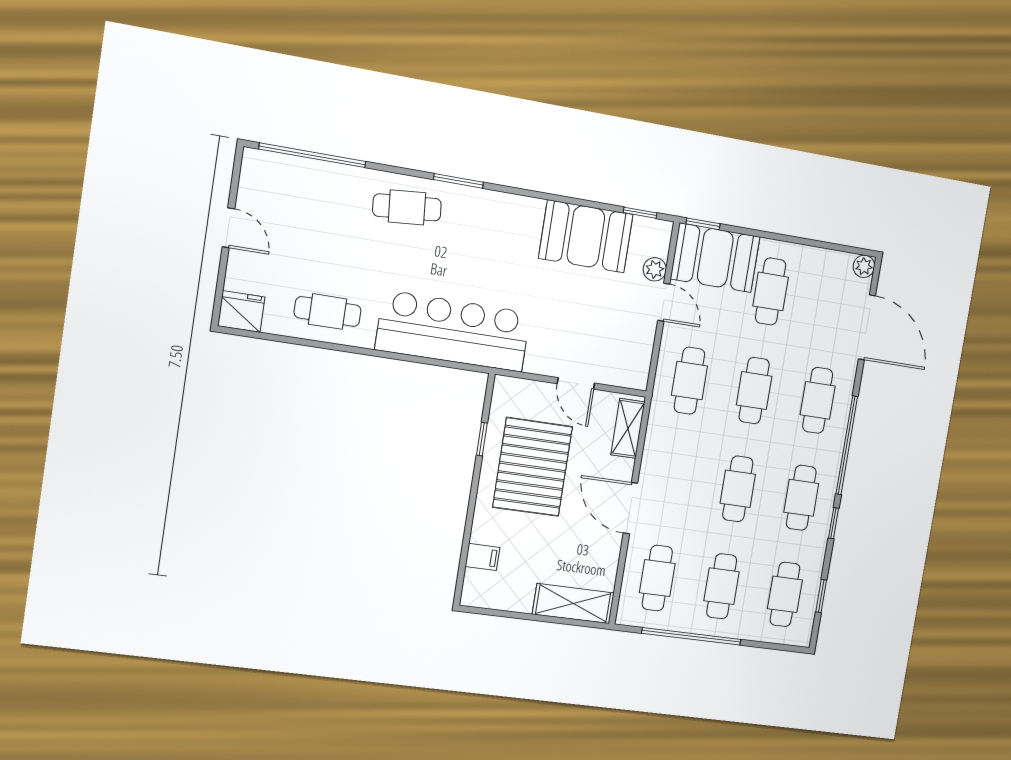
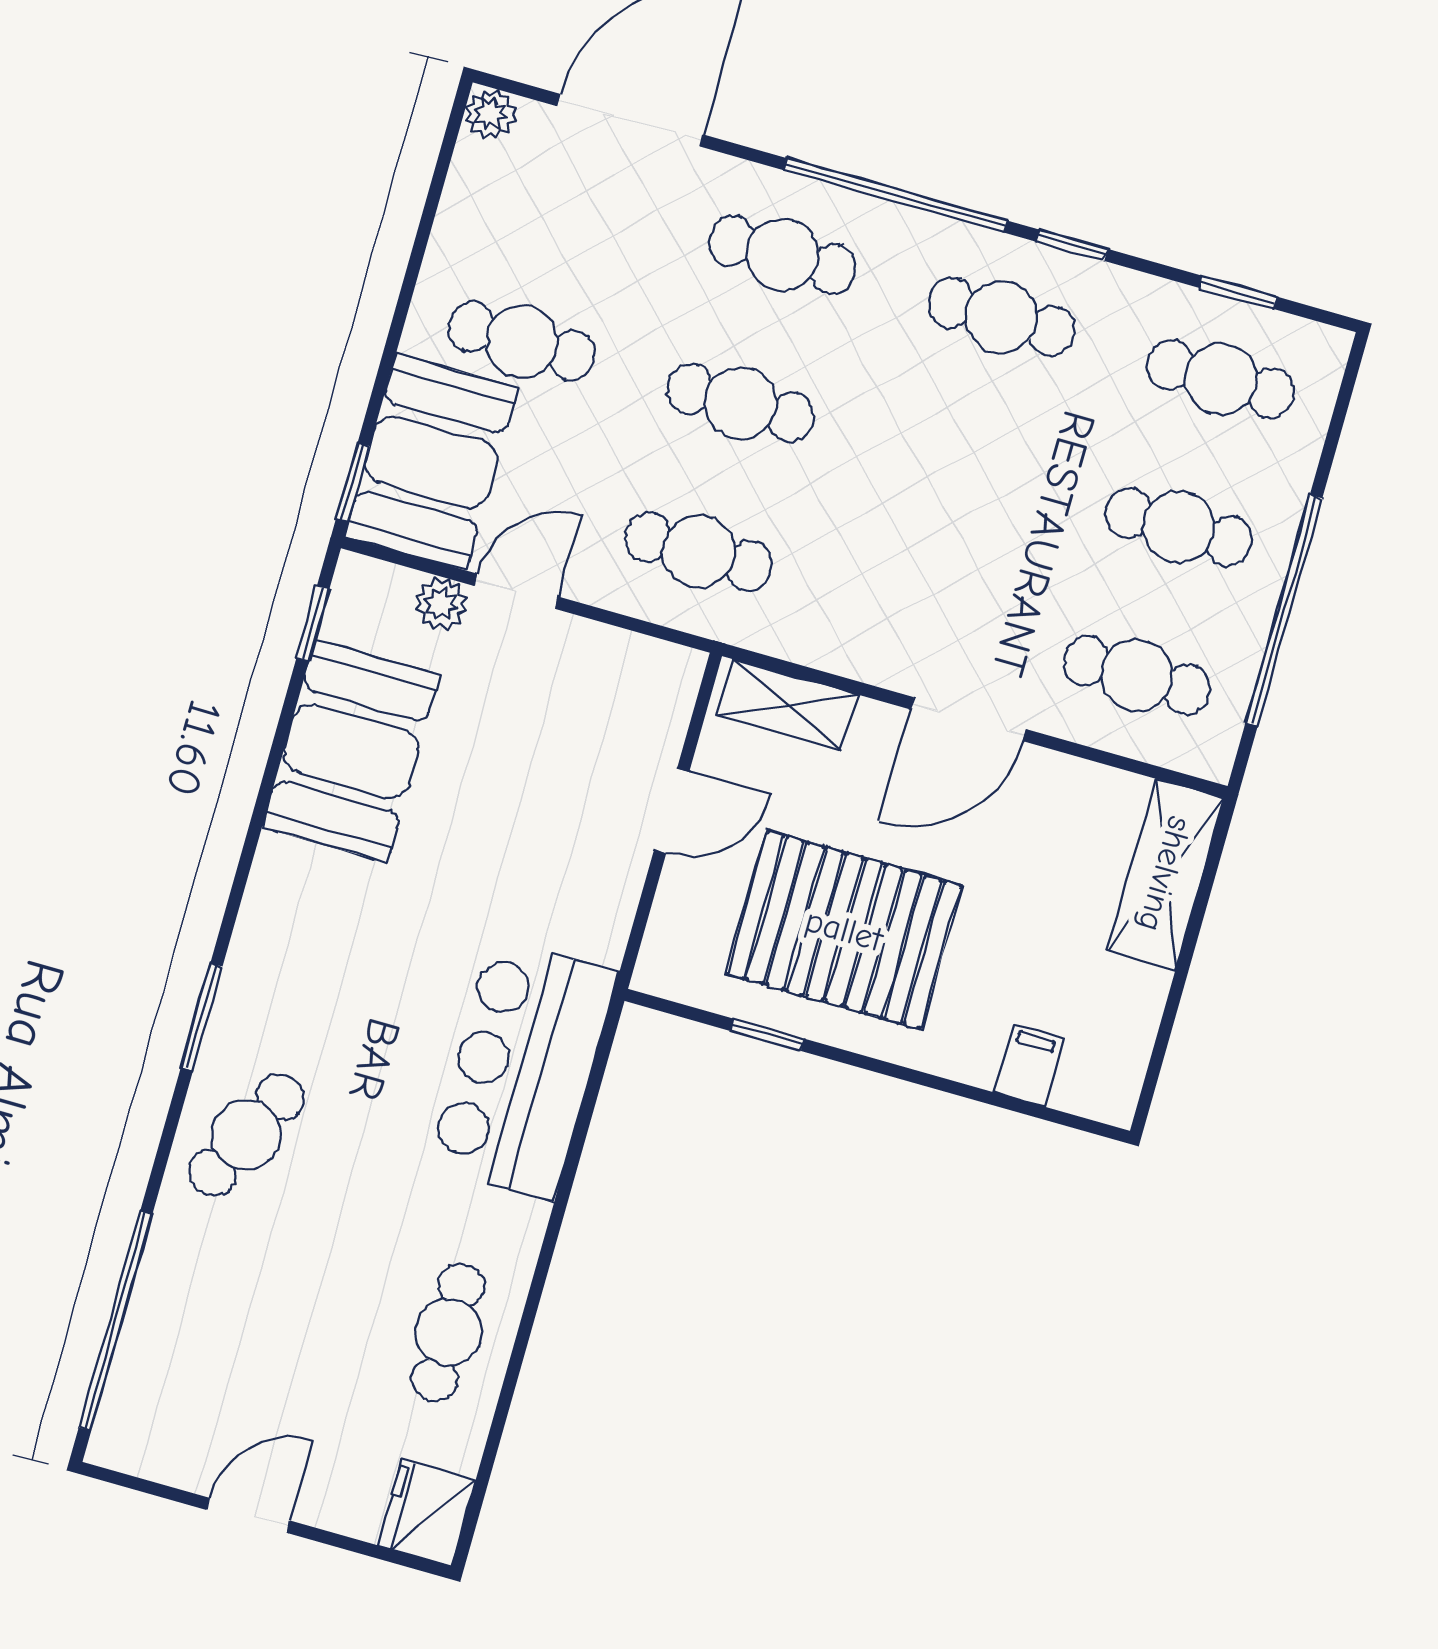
cafe table: (407, 207) -> (246, 1135), turned 31
bar counter: (453, 331) -> (523, 1069), width x0.73
cafe table: (738, 489) -> (960, 465), removed

